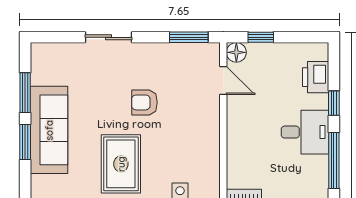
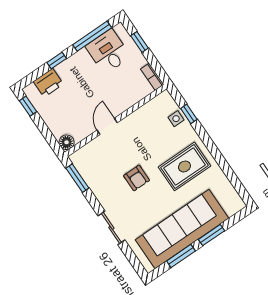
window: (261, 37) -> (28, 106), moved
door: (223, 80) -> (107, 126), moved
sofa: (49, 130) -> (182, 229), width x1.36, depth x1.27
desk: (305, 132) -> (108, 51), moved

